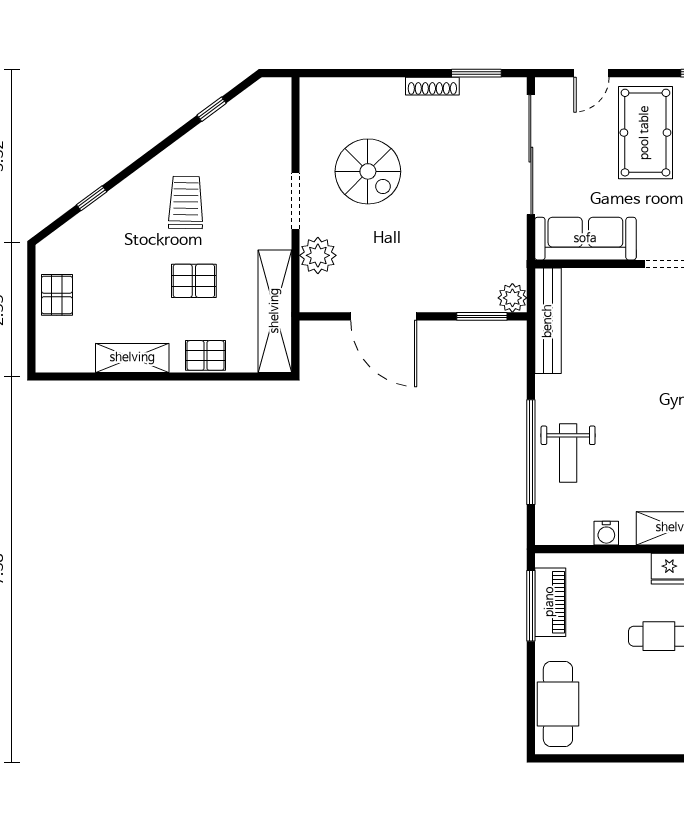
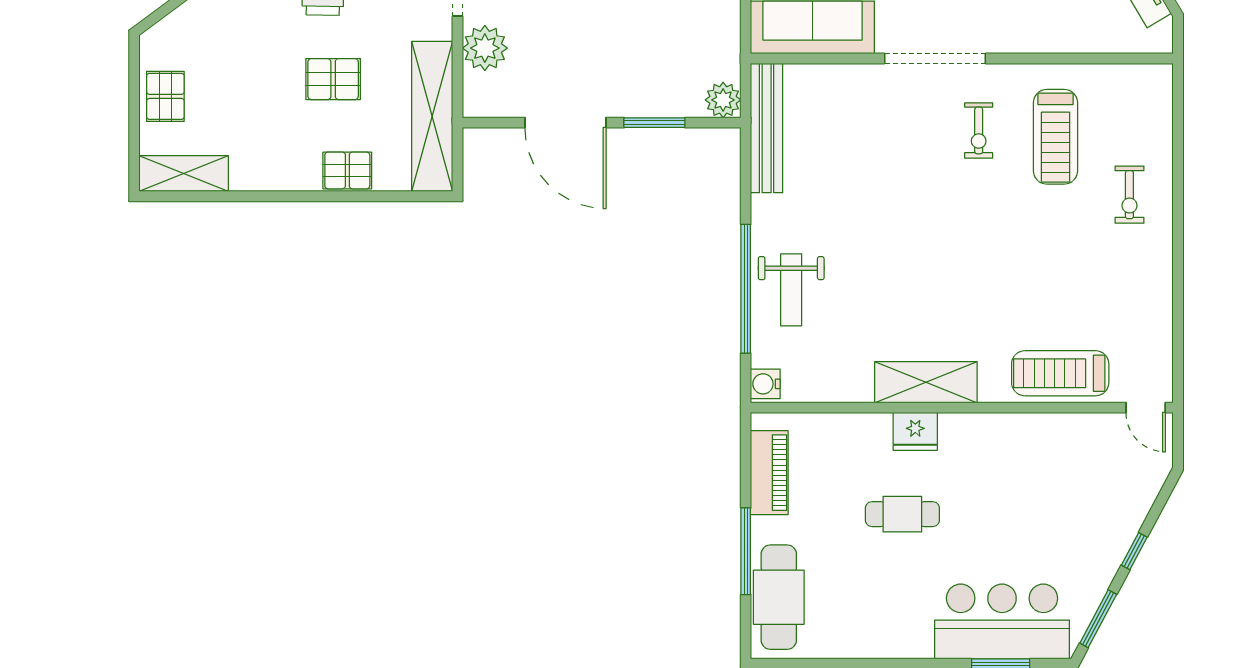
window: (482, 316) -> (654, 123), moved
shelving: (132, 358) -> (184, 174), moved
water cooler: (606, 533) -> (765, 384), moved, turned 90
window: (531, 606) -> (746, 551), moved

